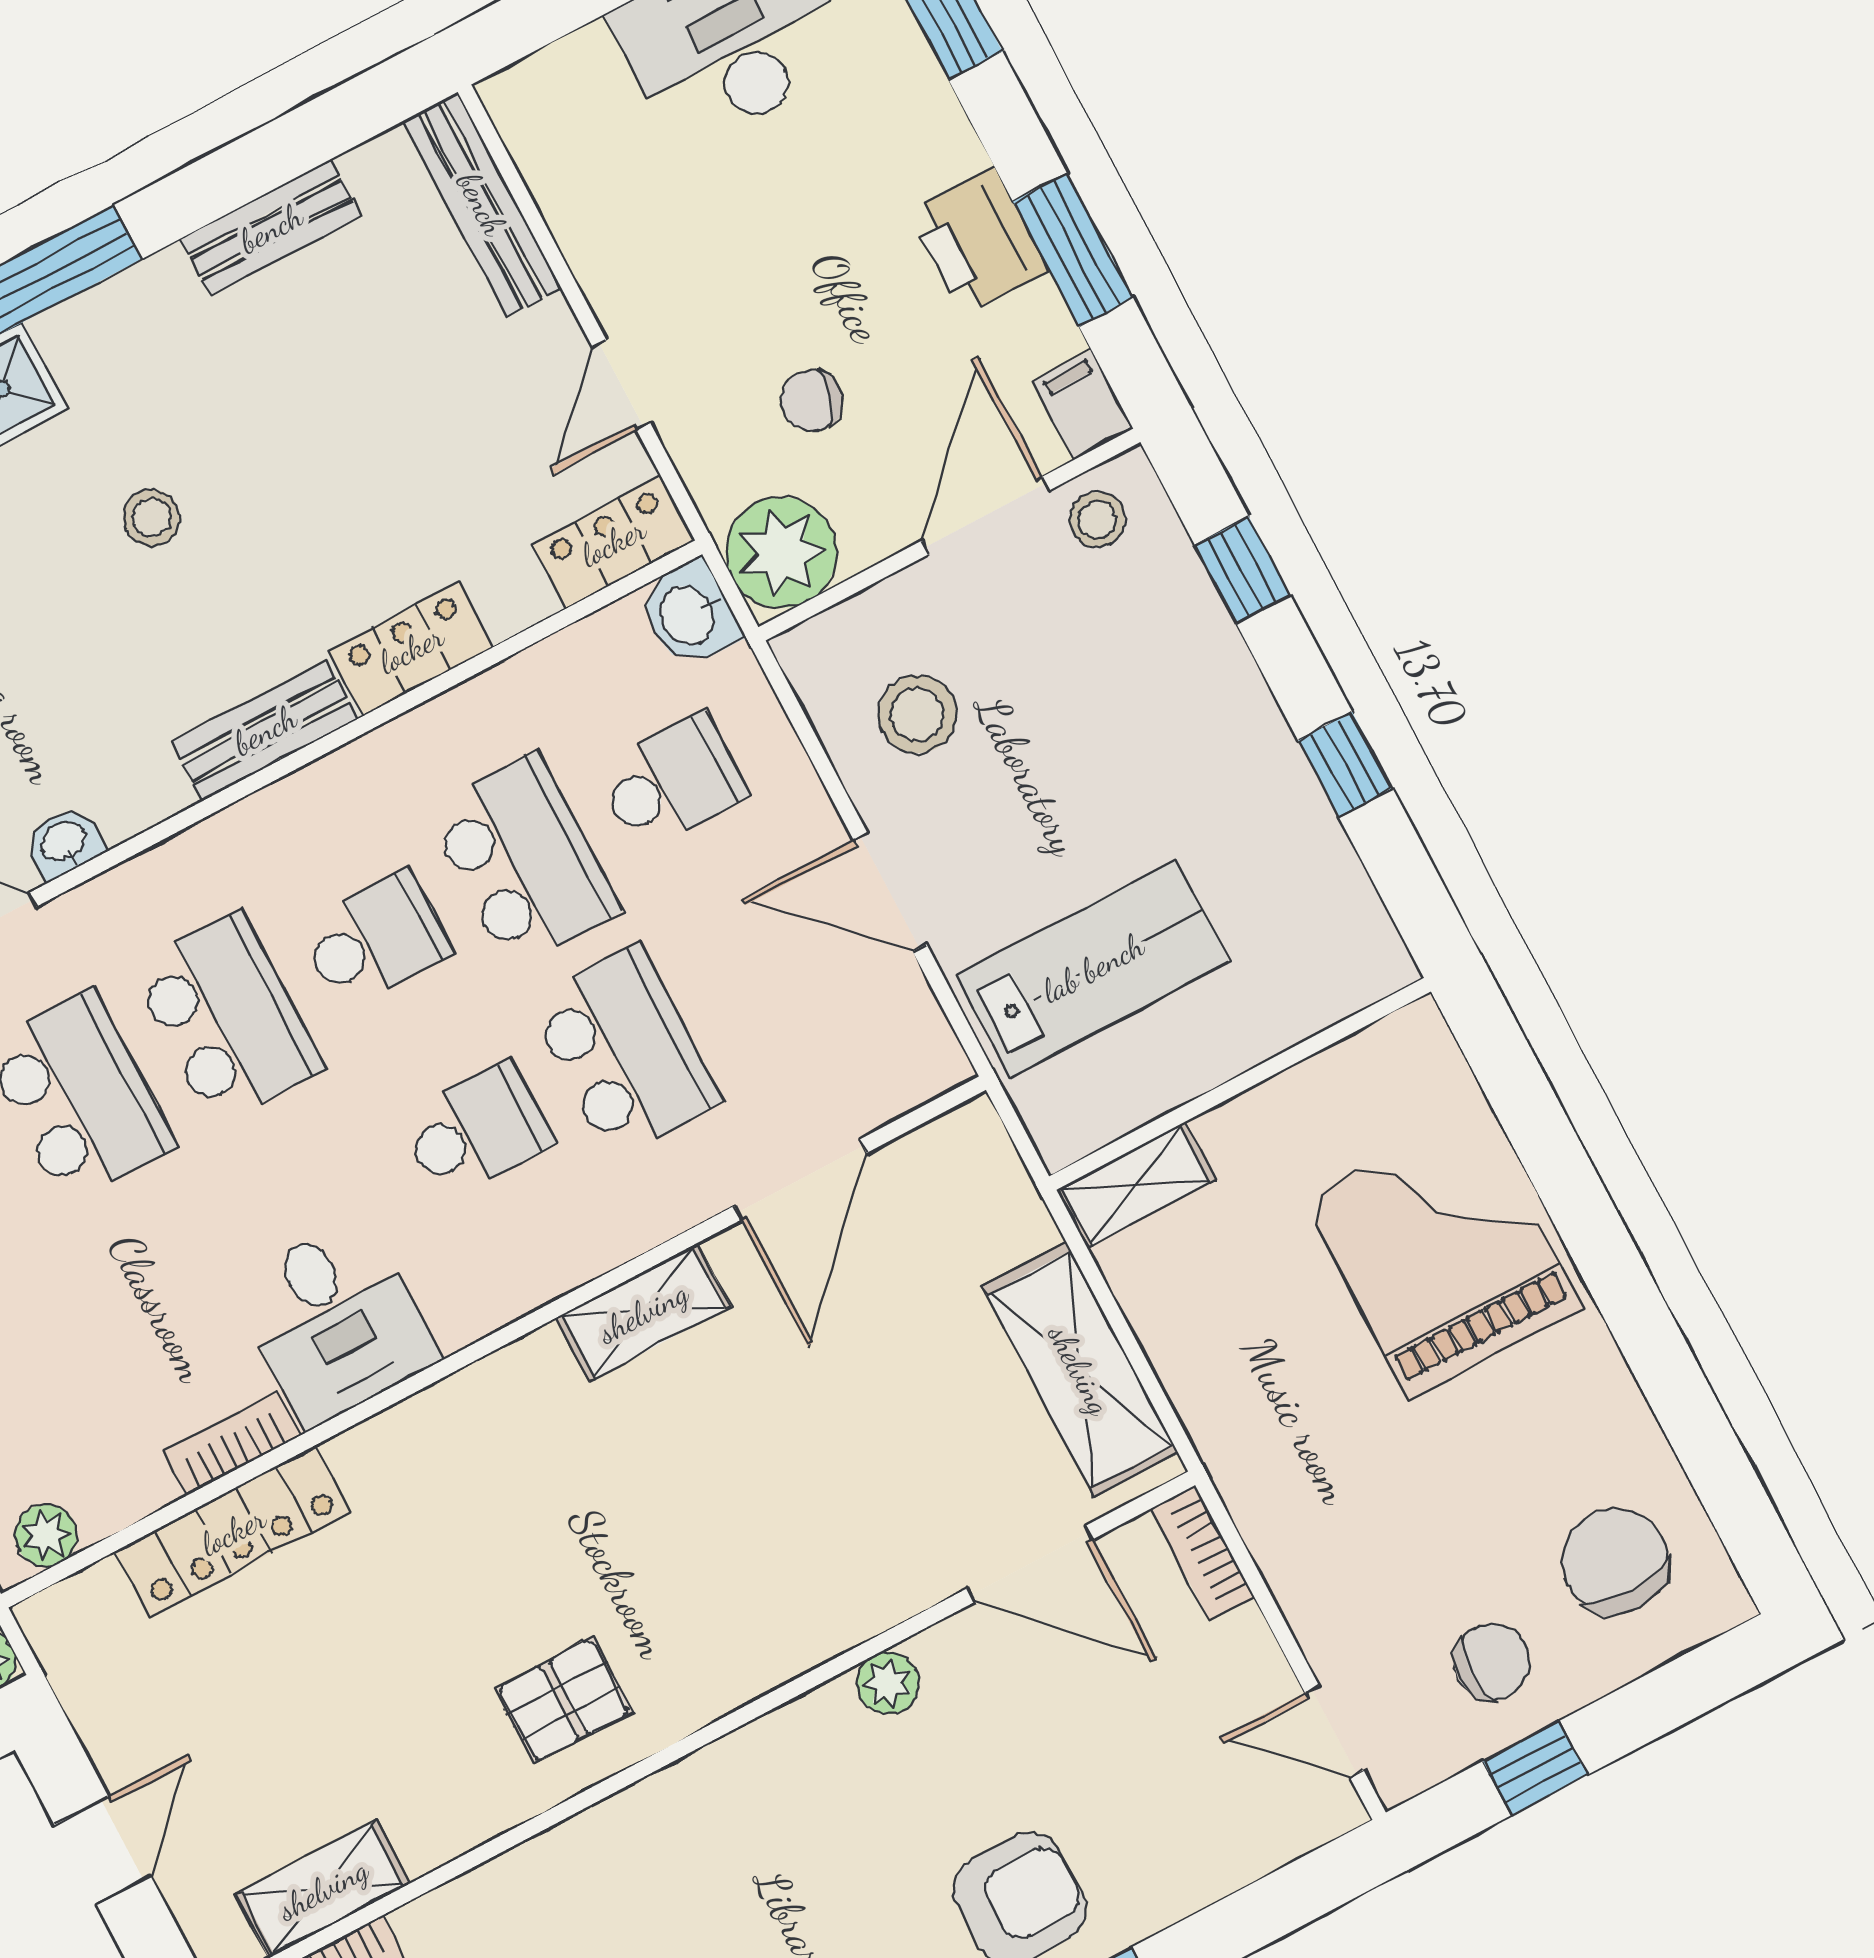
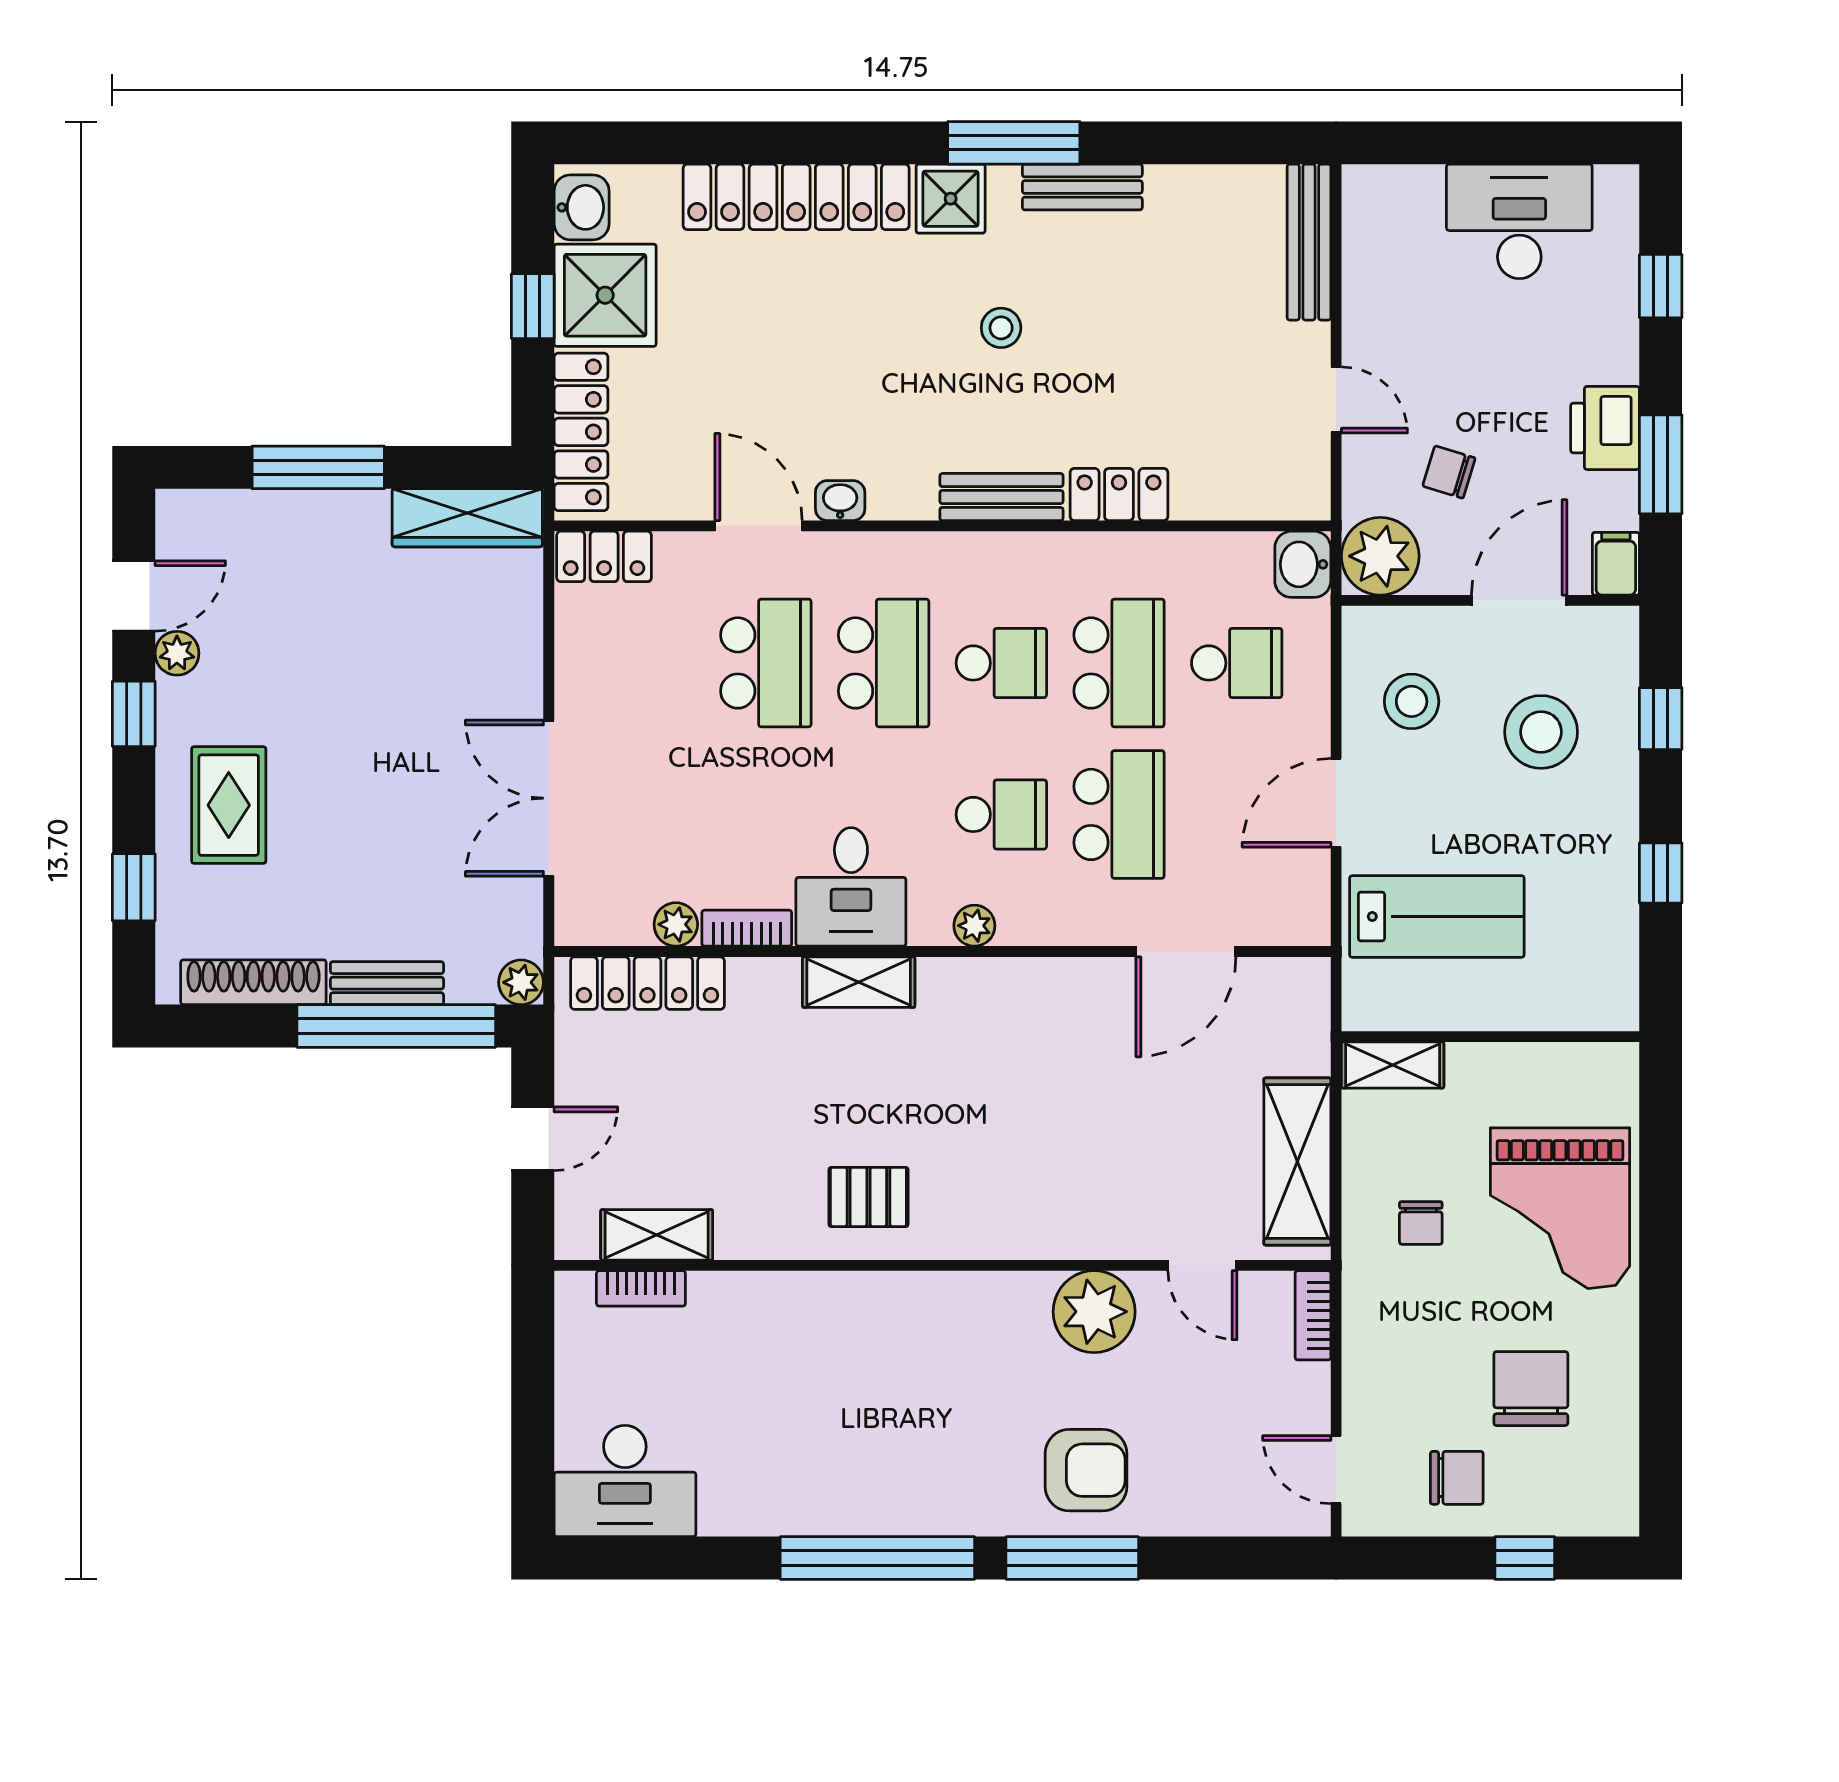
bench: (271, 228) -> (1082, 187), moved
door: (622, 385) -> (1336, 400), swing flipped
stool: (1097, 520) -> (1541, 732), moved, width x1.89, depth x1.89
locker: (613, 542) -> (1279, 495), removed
door: (890, 892) -> (1336, 803), hinge flipped
grand piano: (1442, 1253) -> (1560, 1208), turned 180
plant: (517, 1288) -> (974, 926), added
shelving: (643, 1312) -> (859, 982), moved
chair: (1277, 1365) -> (1421, 1223), added
locker: (233, 1531) -> (647, 983), moved
plant: (46, 1535) -> (676, 924), moved
chair: (1615, 1561) -> (1531, 1389), moved
door: (1030, 1564) -> (1202, 1265), width x0.73
plant: (888, 1683) -> (1094, 1312), width x1.87, depth x1.87
window: (1535, 1768) -> (1525, 1558), moved

